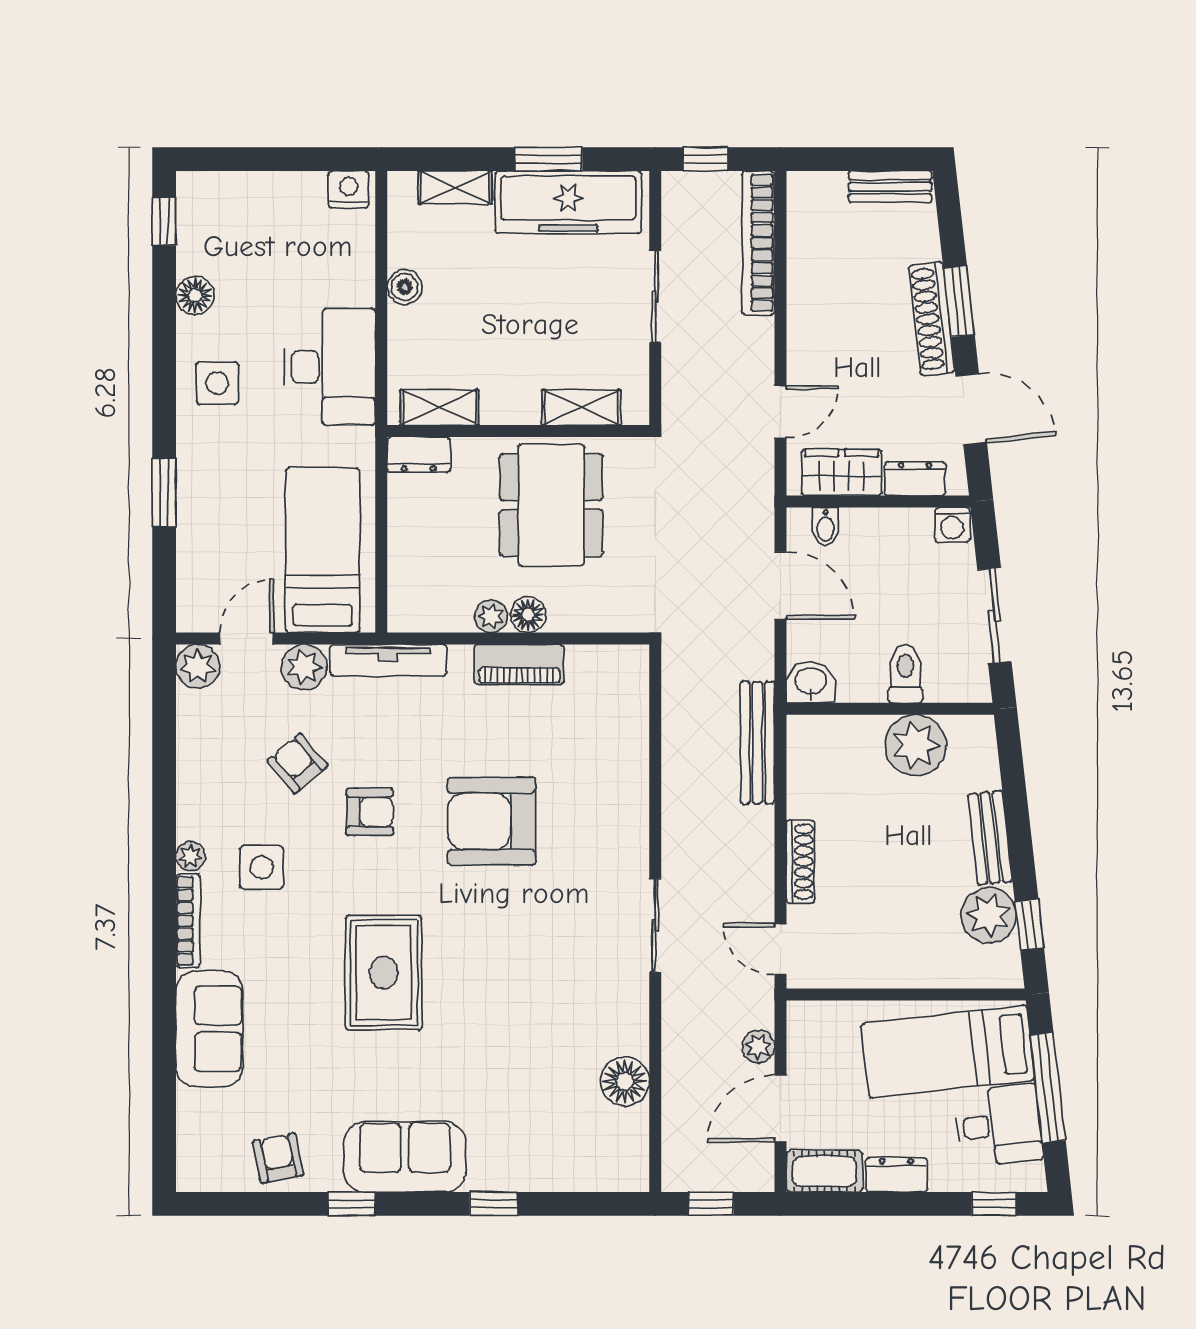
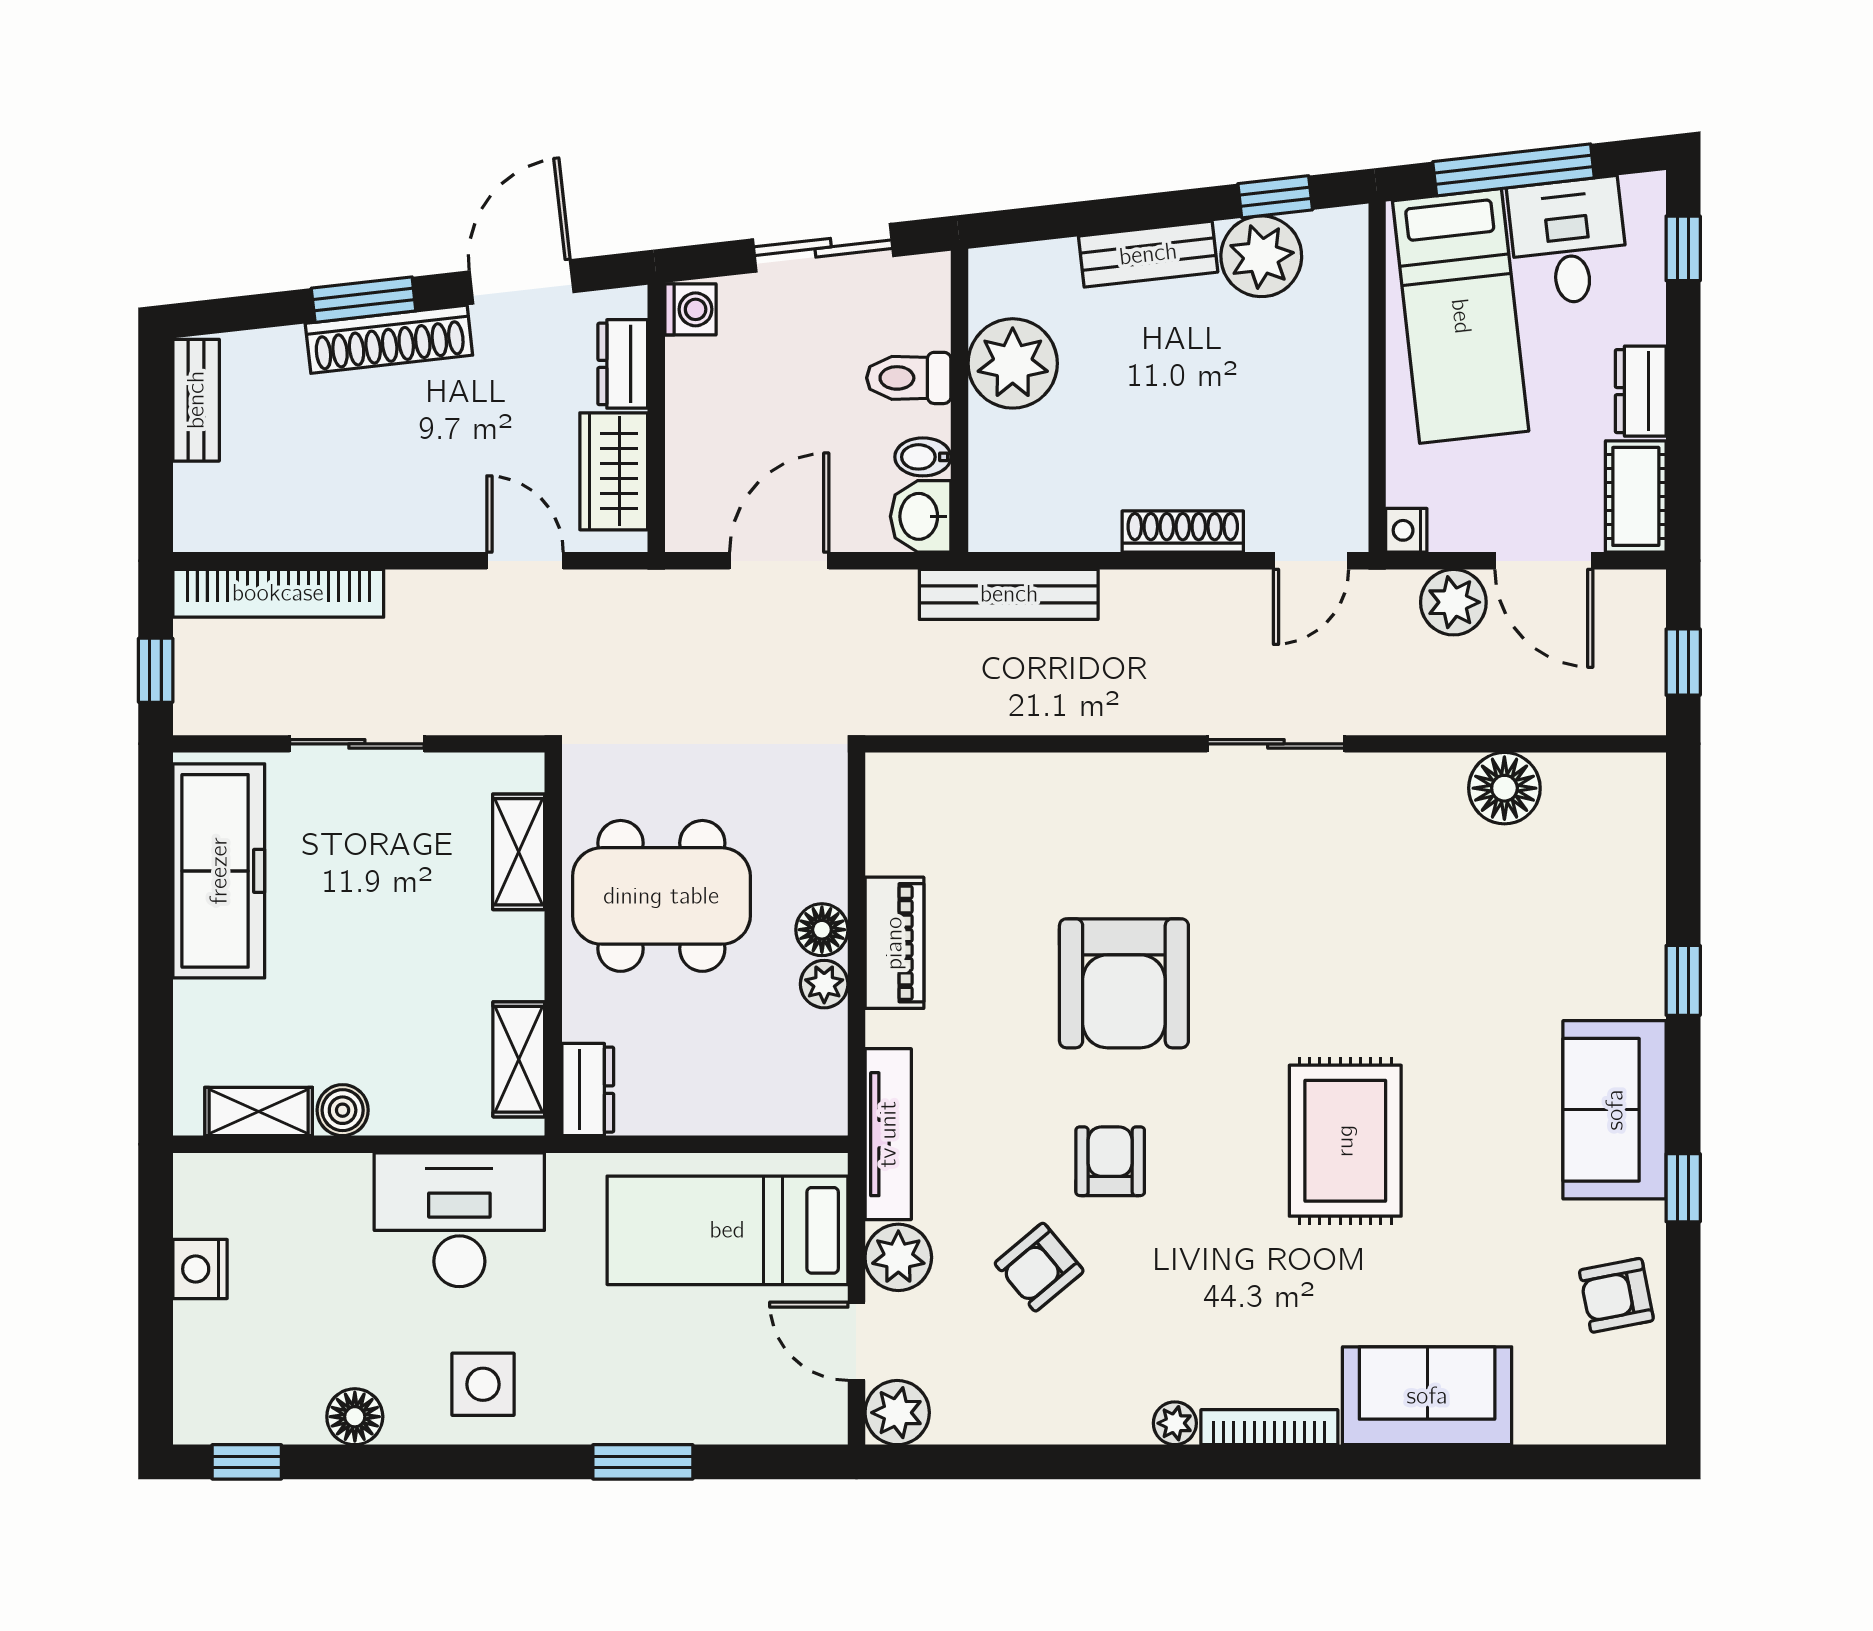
window: (548, 159) -> (156, 900), removed
shelving: (455, 187) -> (259, 1112), moved, turned 90
nightstand: (349, 189) -> (200, 1269), moved
bidet: (826, 527) -> (923, 457), moved, turned 180
side table: (262, 867) -> (1191, 1319), removed
rug: (384, 973) -> (1345, 1141), turned 90
nightstand: (801, 1014) -> (1406, 530), added
plant: (758, 1047) -> (1453, 602), width x1.38, depth x1.38

